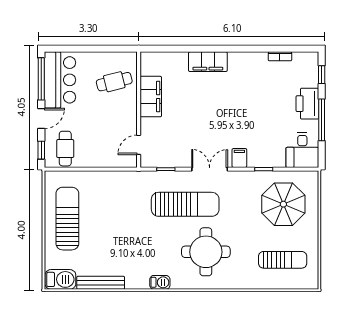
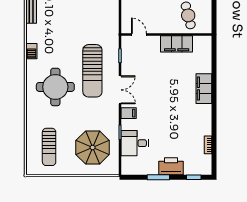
window: (322, 120) -> (158, 177), width x0.69
desk: (302, 150) -> (135, 143), moved

